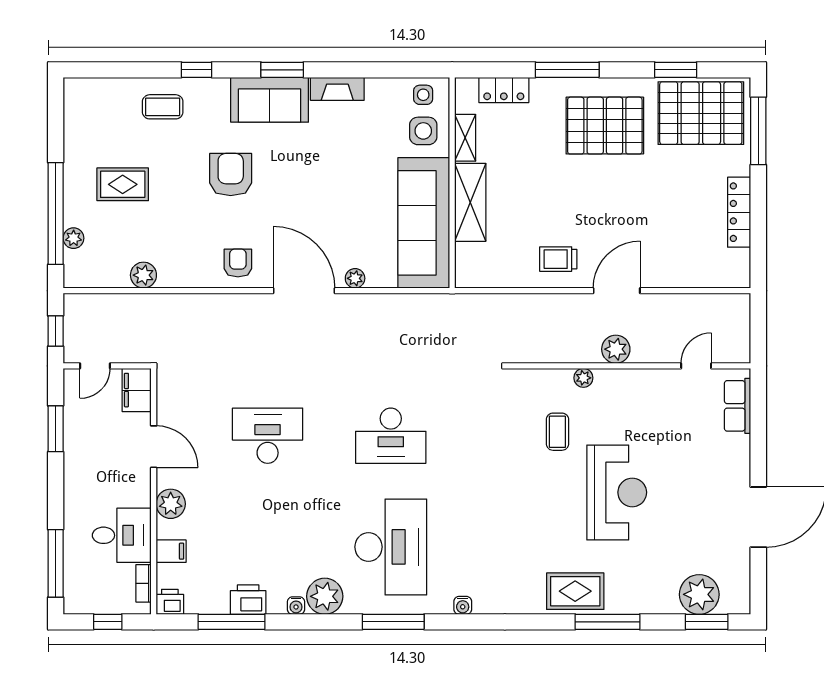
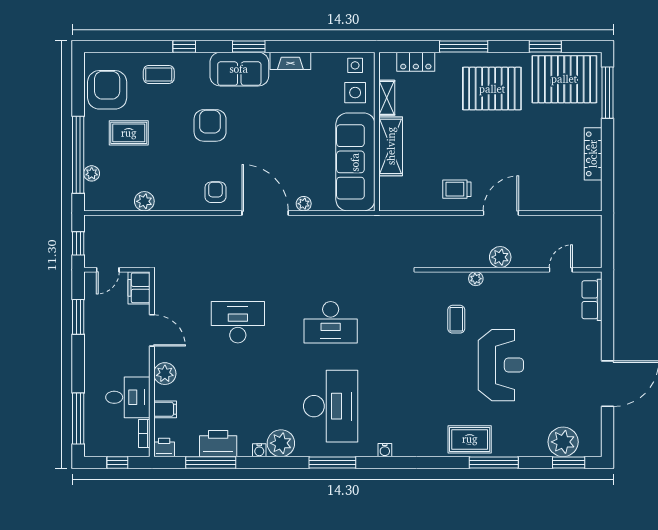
armchair: (94, 127) -> (107, 90), added
printer: (248, 600) -> (218, 444), width x1.37, depth x1.19

